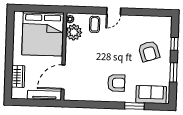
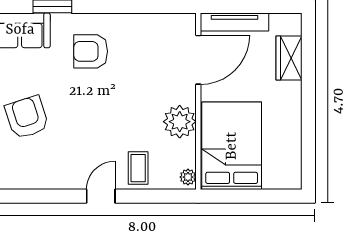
plant: (74, 32) -> (180, 122), moved
bed: (43, 34) -> (232, 146), width x0.73

